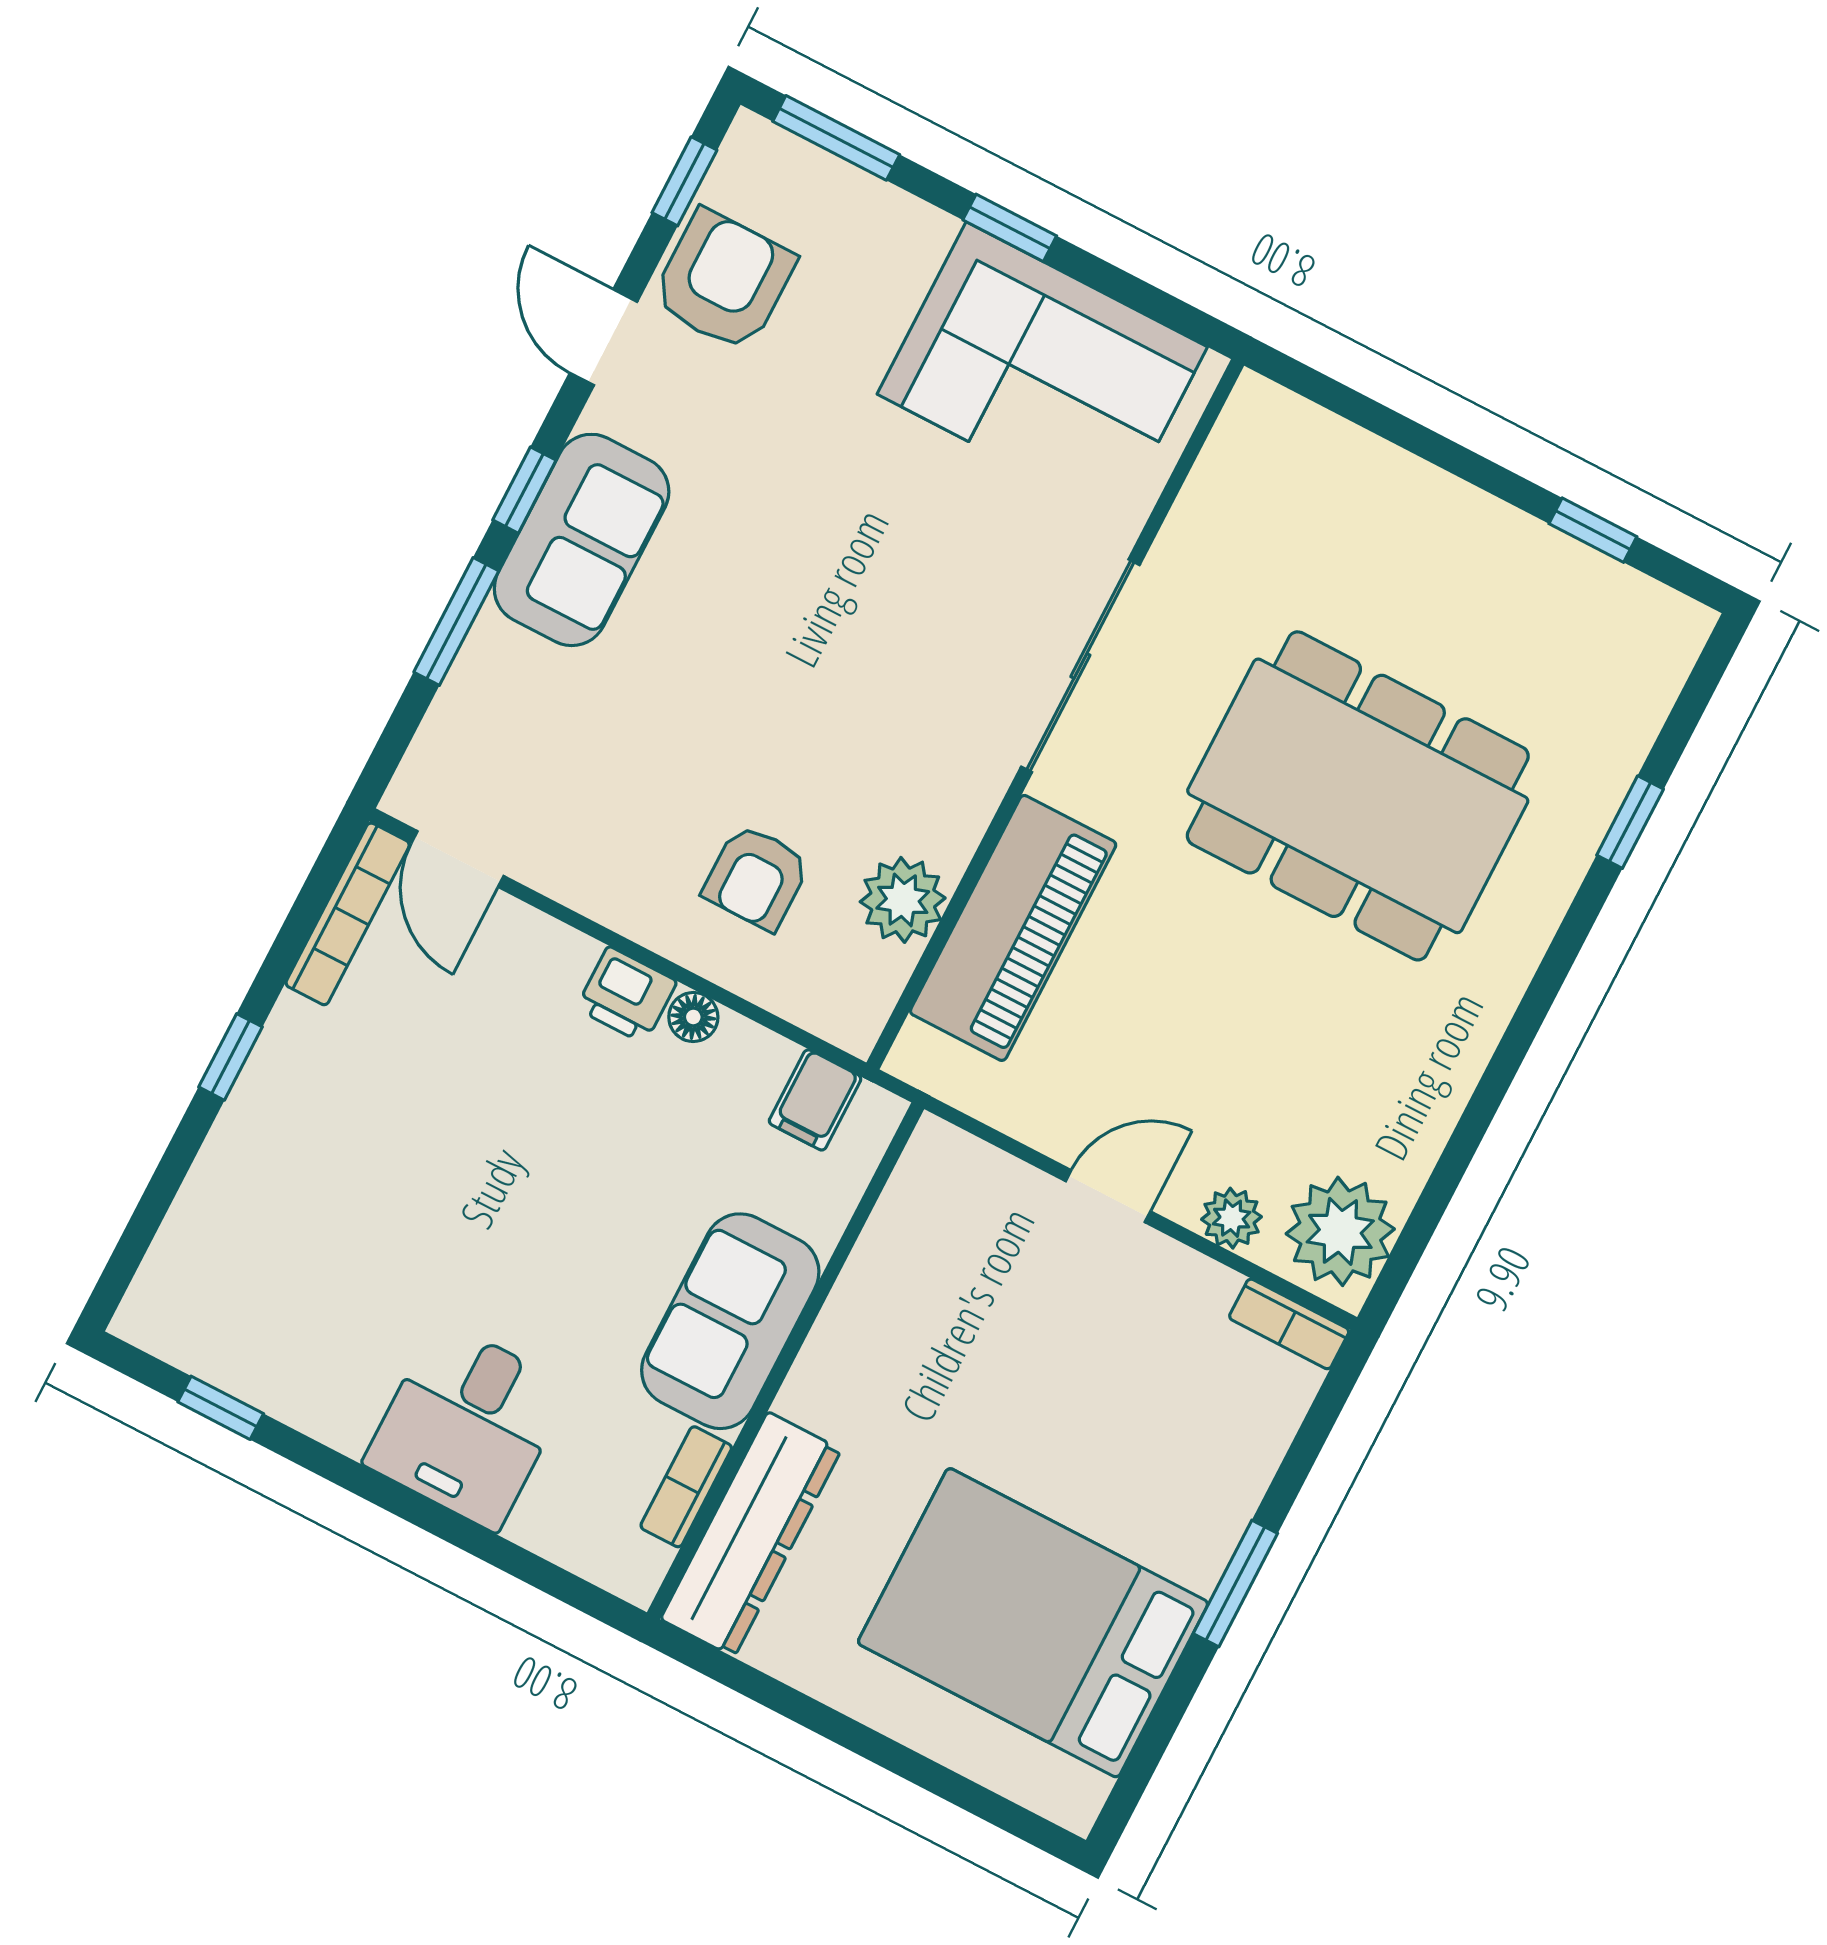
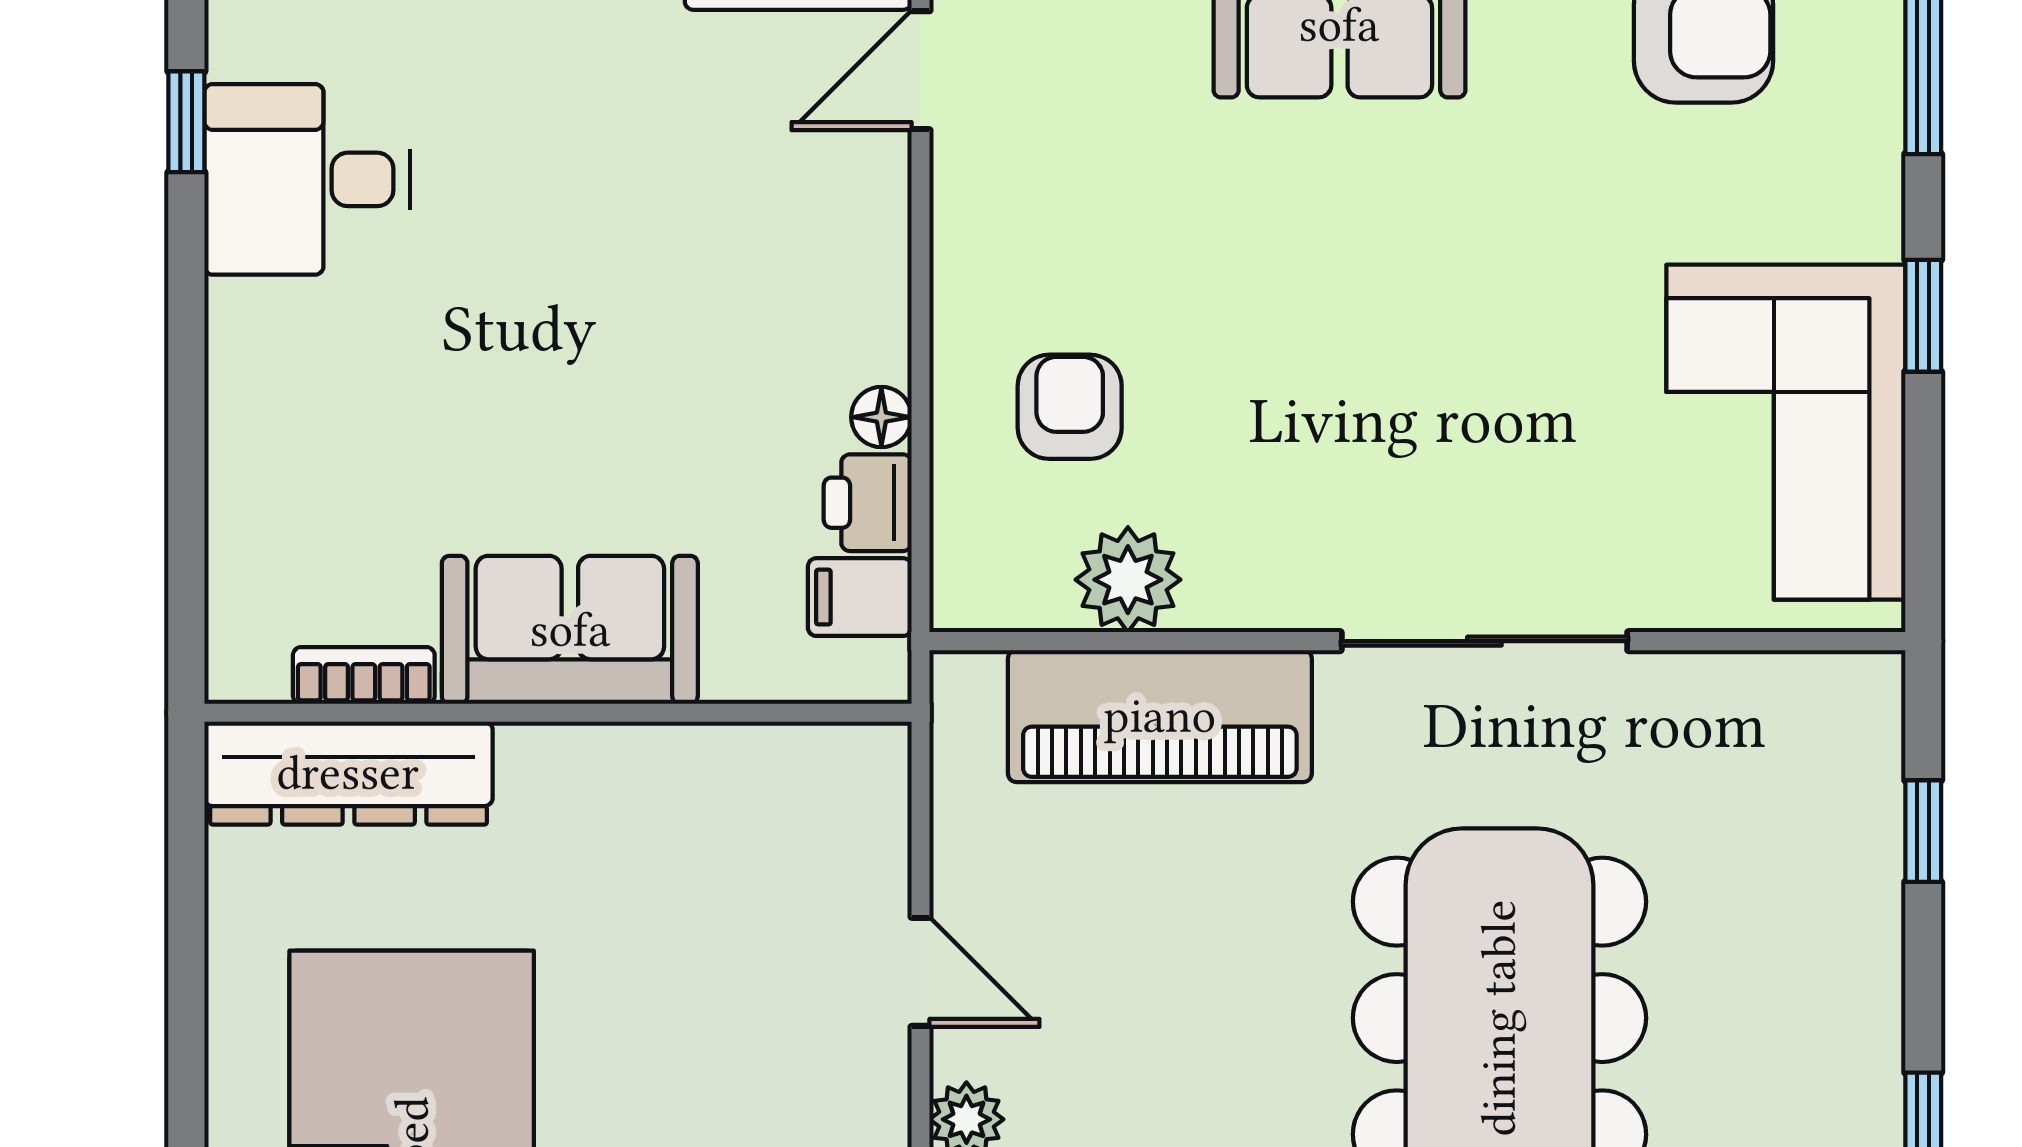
window: (1381, 420) -> (1923, 831), added
armchair: (756, 877) -> (1070, 407), turned 90
printer: (626, 995) -> (868, 503), moved
desk: (467, 1425) -> (307, 179), moved

